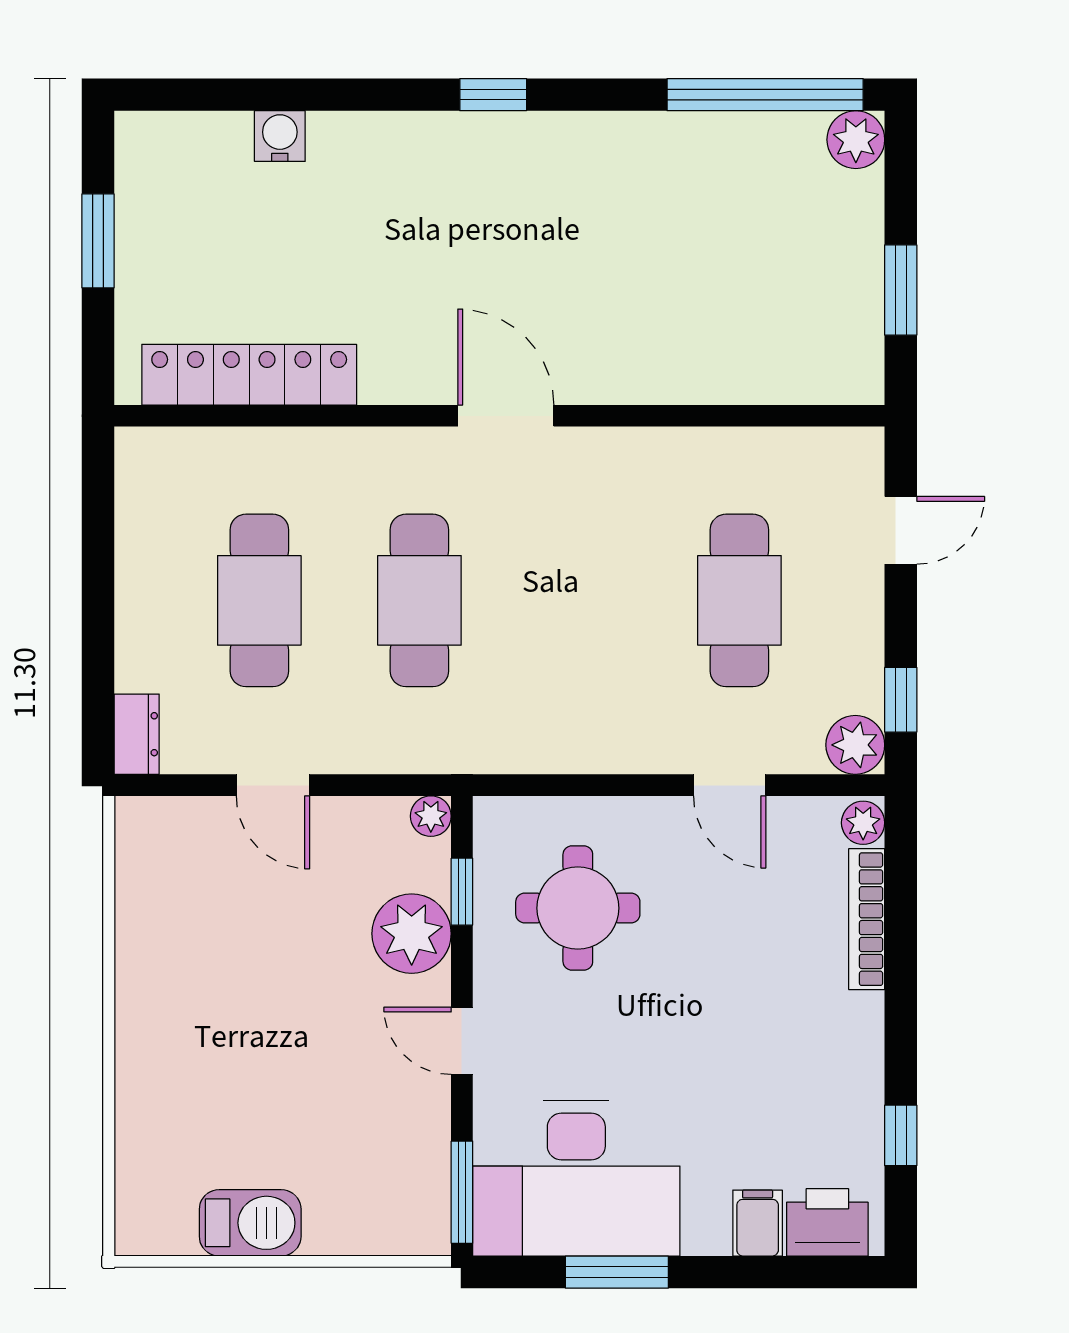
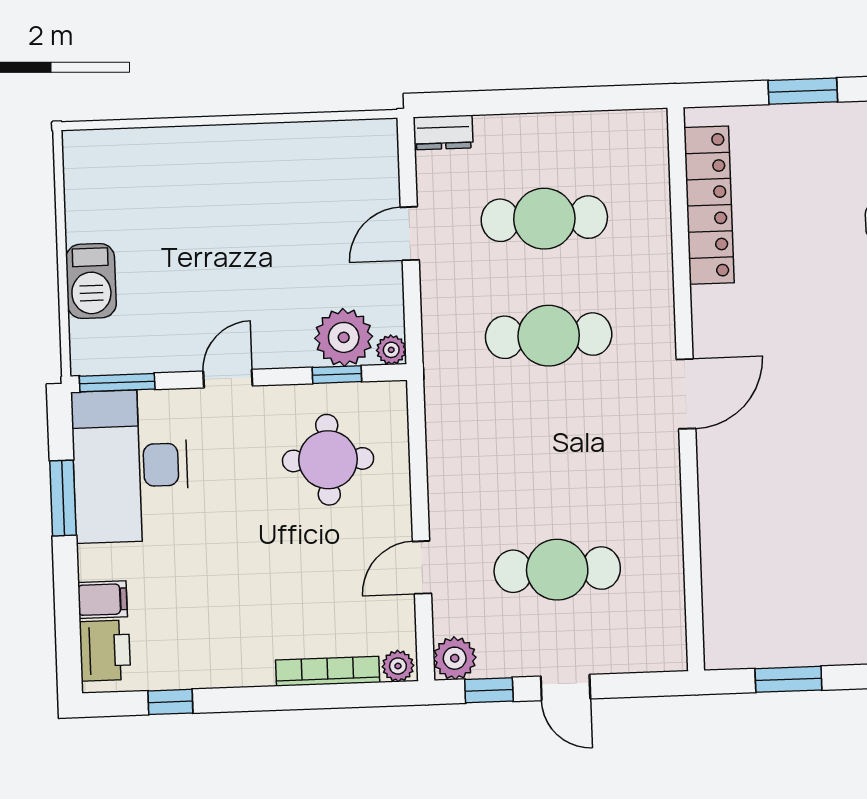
door: (901, 530) -> (565, 687), moved
plant: (412, 934) -> (344, 337), moved
barbecue: (250, 1223) -> (91, 281), moved

